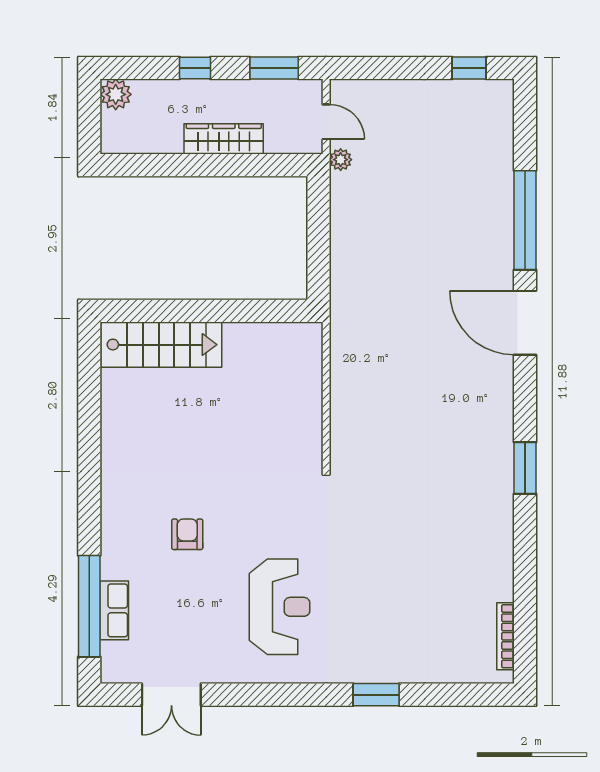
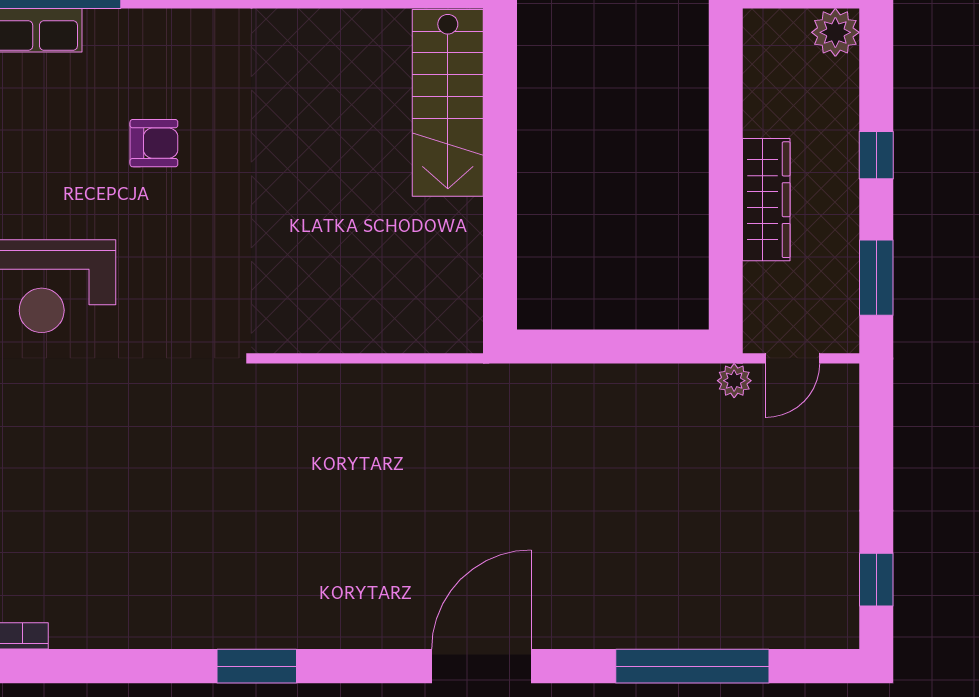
window: (525, 220) -> (692, 666), moved

